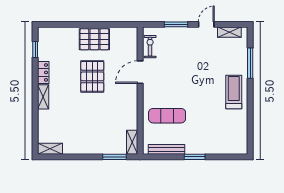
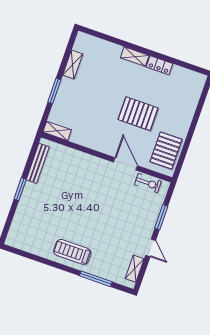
pallet: (94, 39) -> (166, 151), moved
window: (35, 50) -> (186, 65), removed
treadmill: (234, 92) -> (72, 252), turned 180
exercise mat: (167, 116) -> (72, 176), removed
shelving: (50, 149) -> (73, 65), moved
window: (115, 157) -> (54, 91), moved

